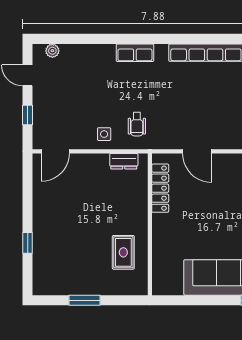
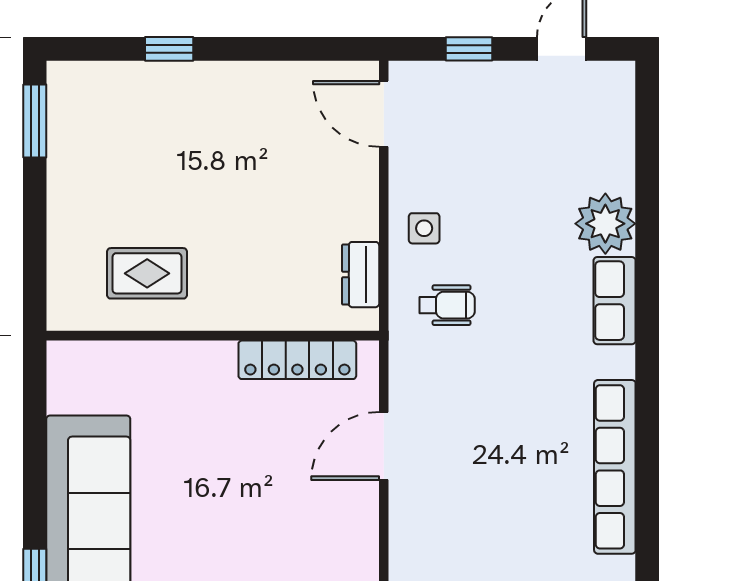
plant: (52, 51) -> (605, 224), moved, width x1.88, depth x1.88
wheelchair: (137, 124) -> (447, 305), turned 180
window: (85, 300) -> (35, 121), moved

